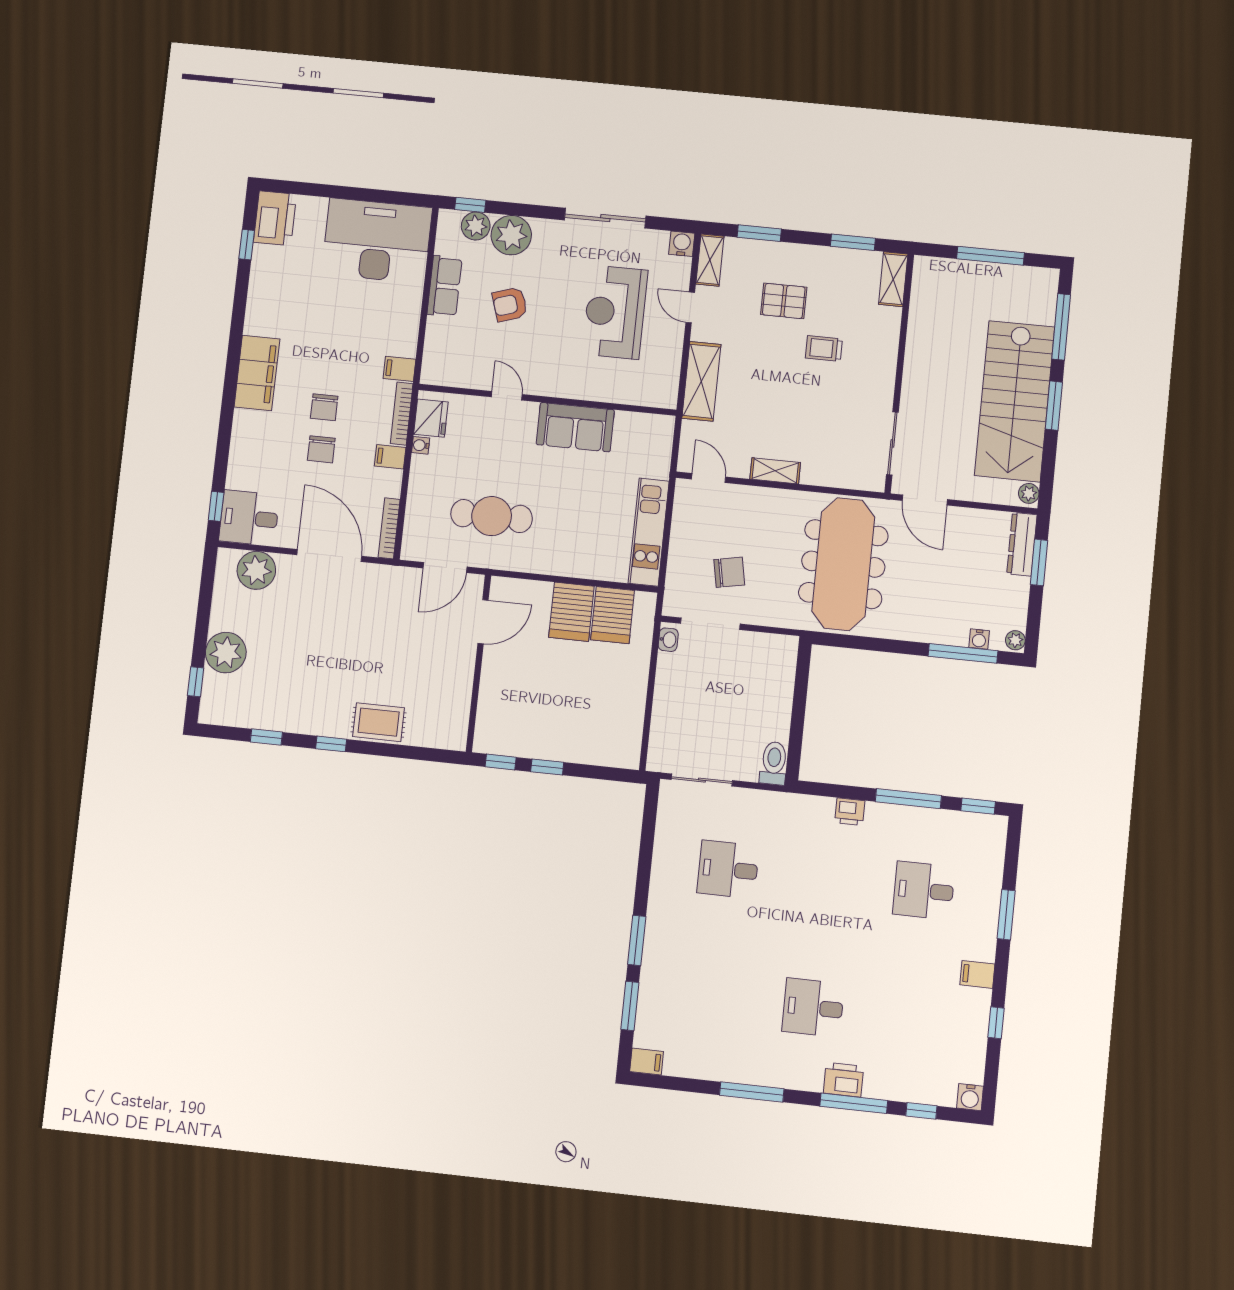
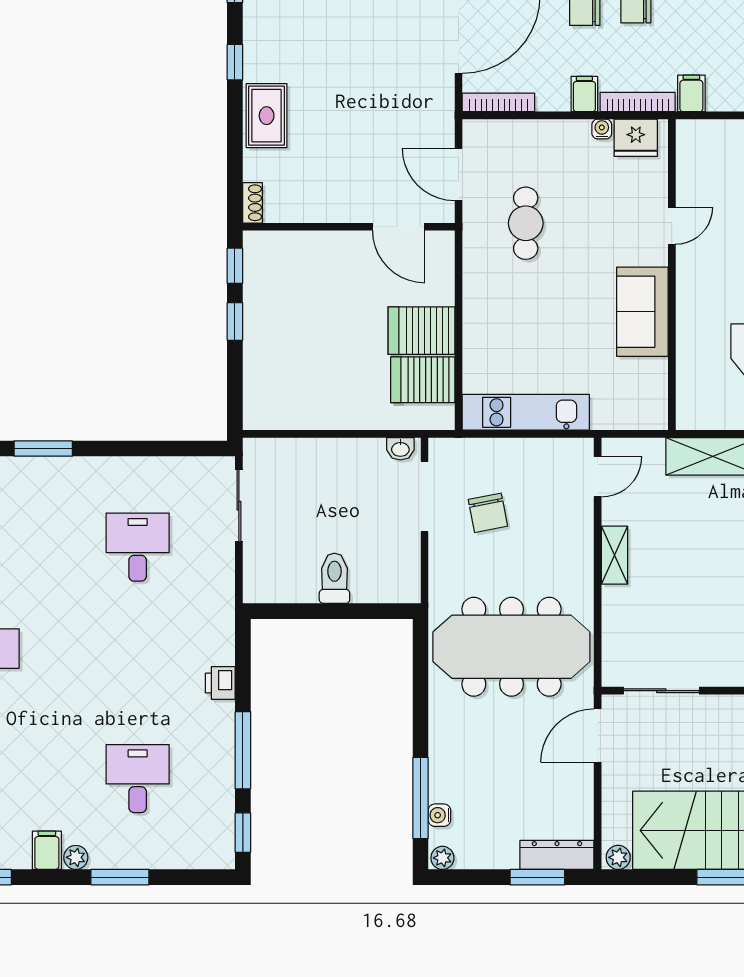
cafe table: (492, 516) -> (526, 223), width x0.73, depth x0.74
shoe rack: (450, 742) -> (252, 203), added
toilet: (774, 763) -> (334, 578), moved, turned -90
plant: (986, 950) -> (76, 857), added

